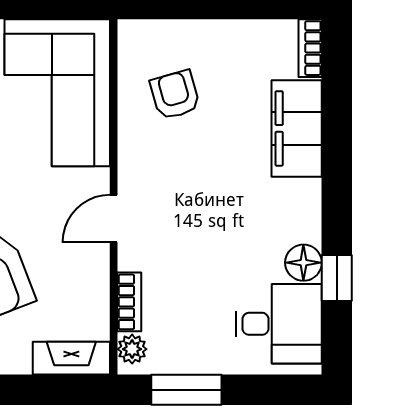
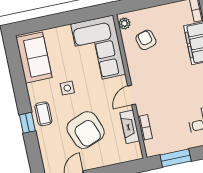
plant: (132, 349) -> (124, 23), moved
fireplace: (71, 358) -> (130, 127), moved, turned -90

